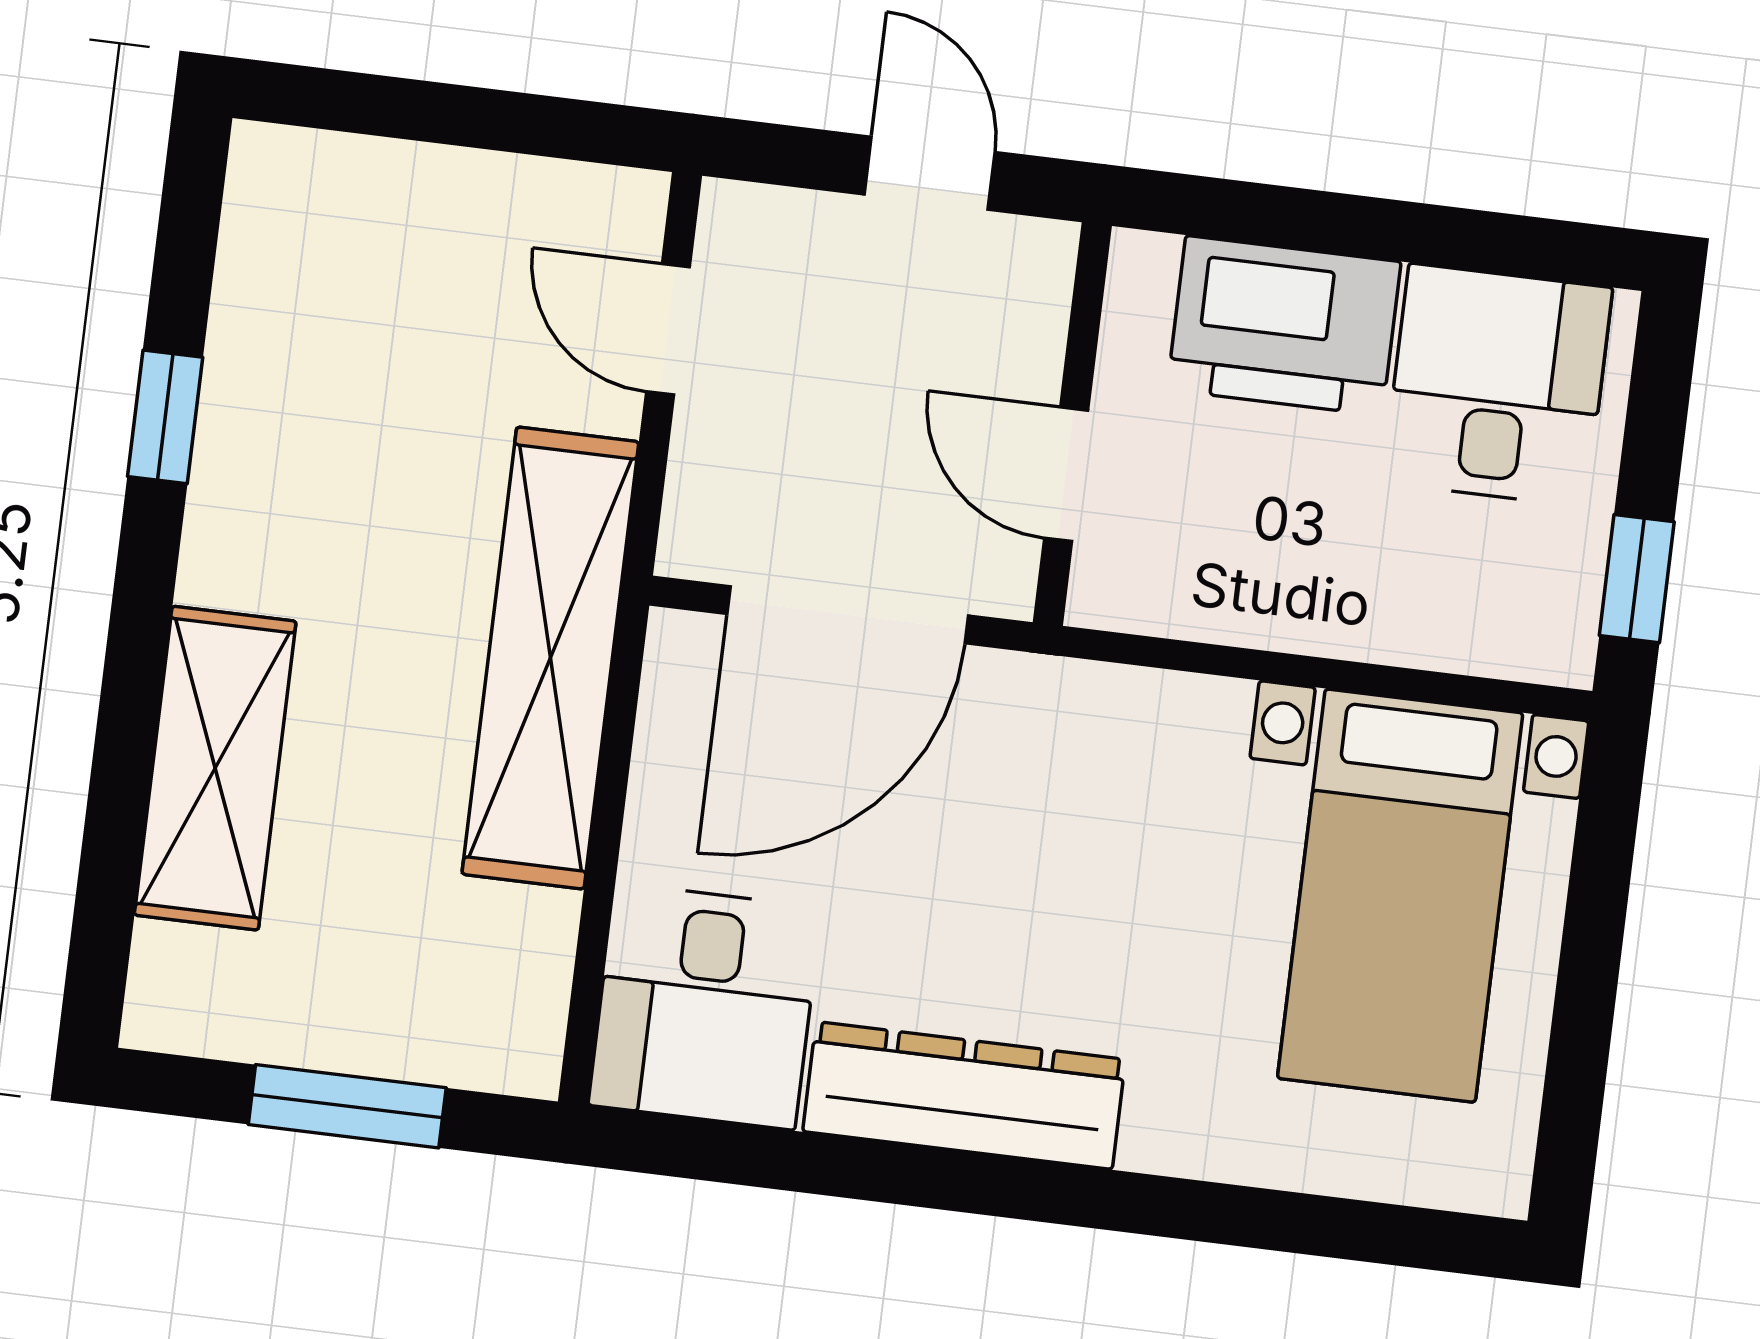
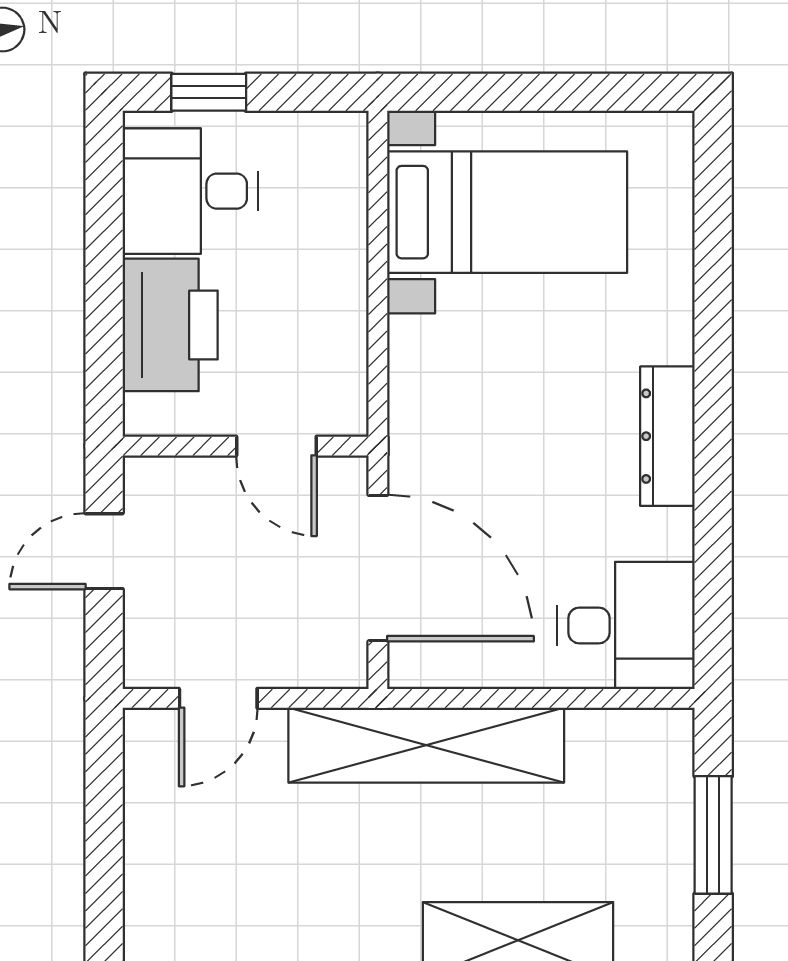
door: (1066, 474) -> (276, 446), hinge flipped
window: (1637, 579) -> (209, 92), moved
dresser: (964, 1096) -> (667, 436), width x0.73, depth x0.80

